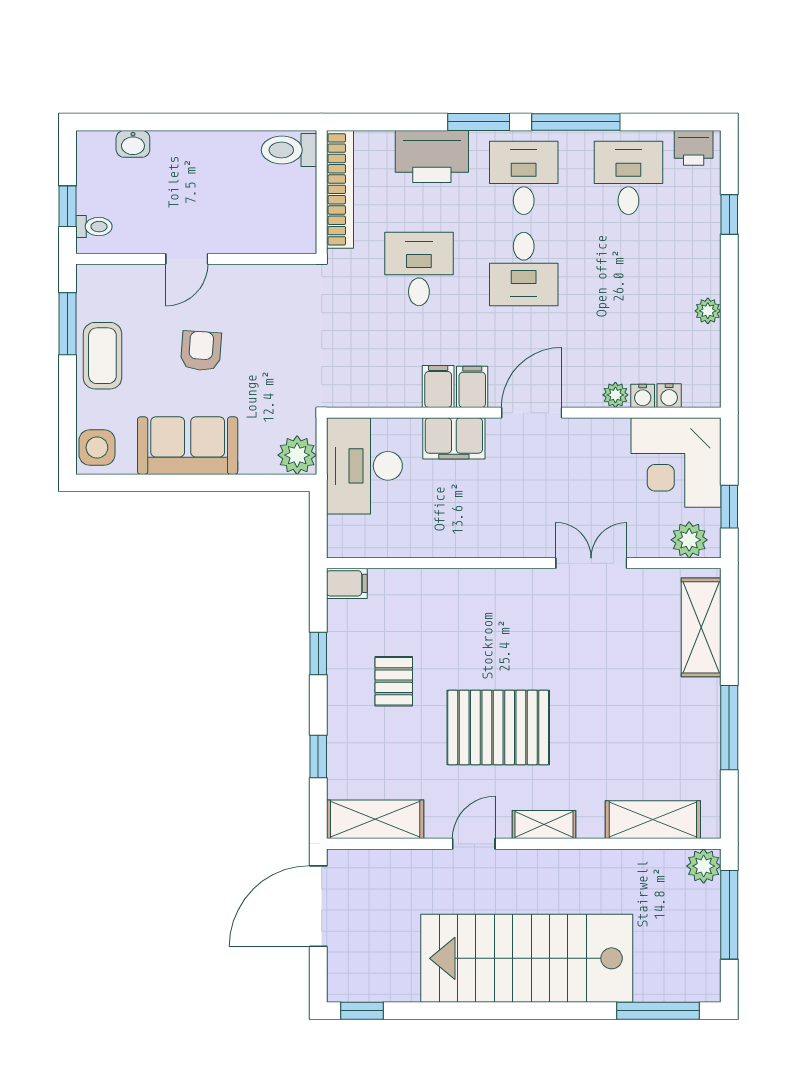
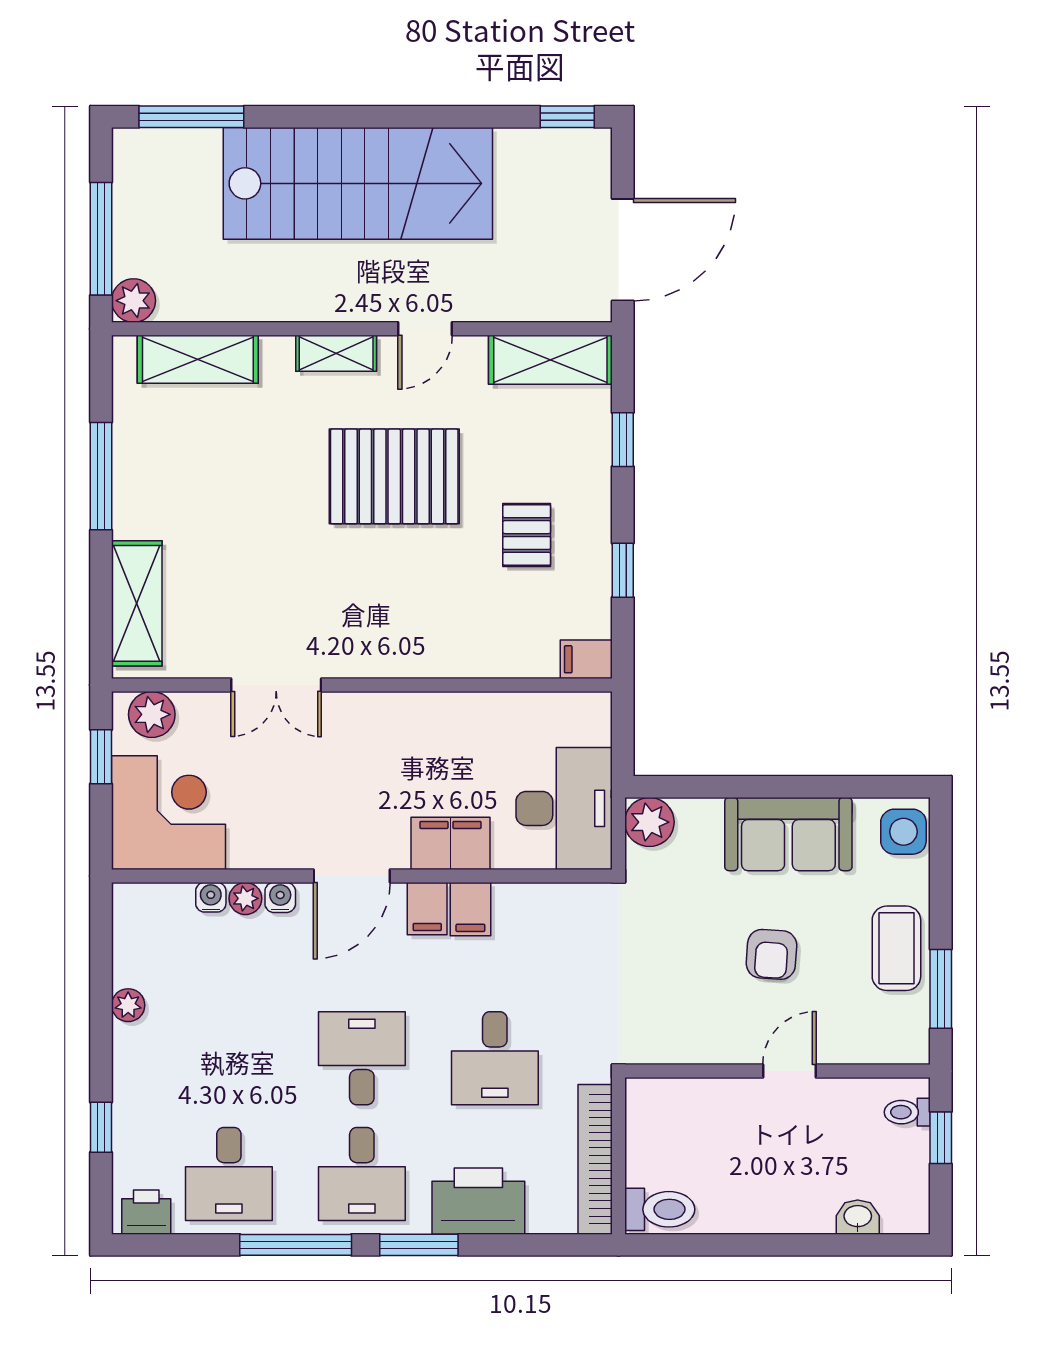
water cooler: (669, 396) -> (280, 897), moved

